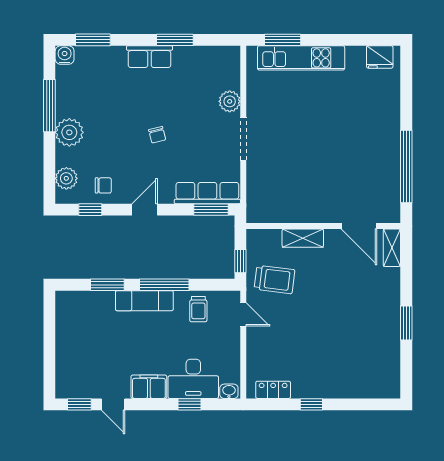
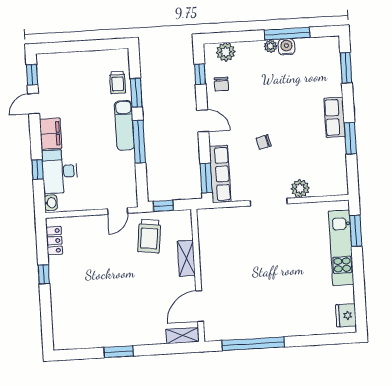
water cooler: (65, 55) -> (286, 47), moved, turned -90
plant: (69, 132) -> (271, 46), width x0.53, depth x0.53
chair: (157, 135) -> (264, 142), moved
trolley: (198, 309) -> (118, 82), moved, turned -90

